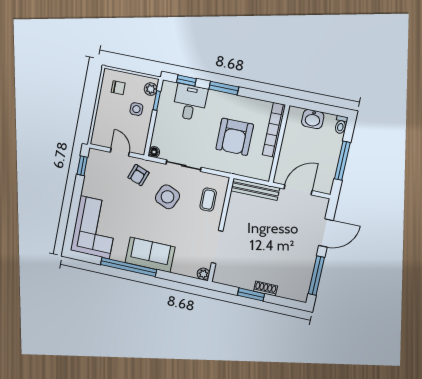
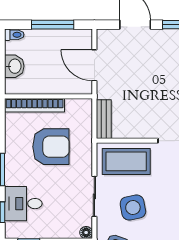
bench: (255, 189) -> (104, 119), width x0.73
side table: (167, 197) -> (133, 208), turned -34
coffee table: (208, 200) -> (126, 161), width x1.86, depth x1.72

